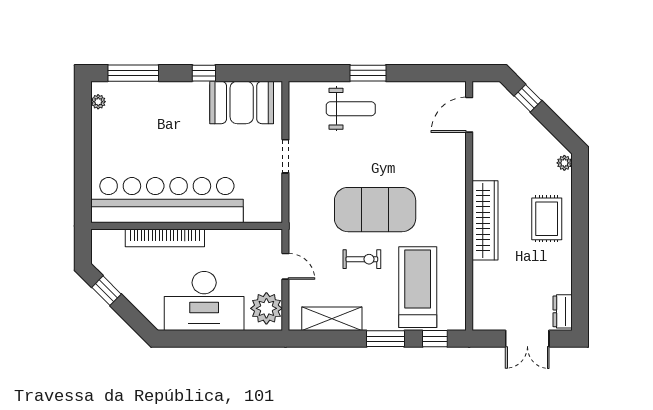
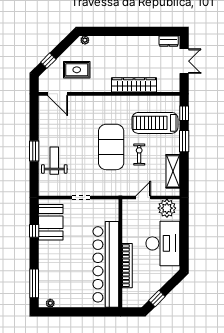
window: (204, 73) -> (34, 231), moved
rug: (547, 219) -> (77, 70), moved
wardrobe: (485, 220) -> (134, 85), moved

